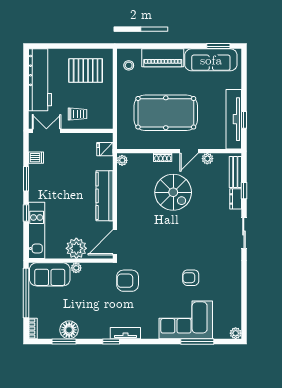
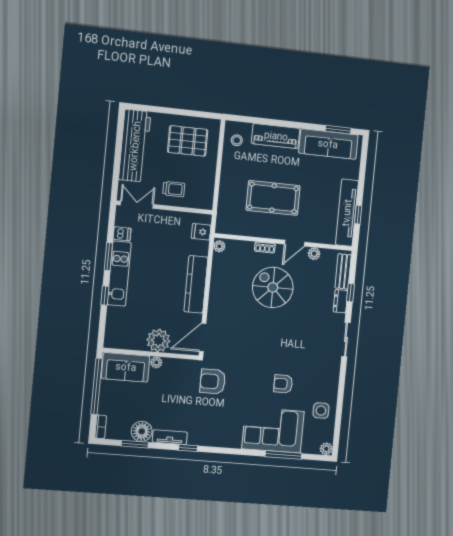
pool table: (166, 113) -> (273, 198), width x0.73, depth x0.76
spiral stairs: (173, 192) -> (273, 287), turned 180
kitchen unit: (37, 230) -> (119, 274), moved
side table: (227, 299) -> (321, 411), added
tv unit: (125, 333) -> (170, 437), moved

